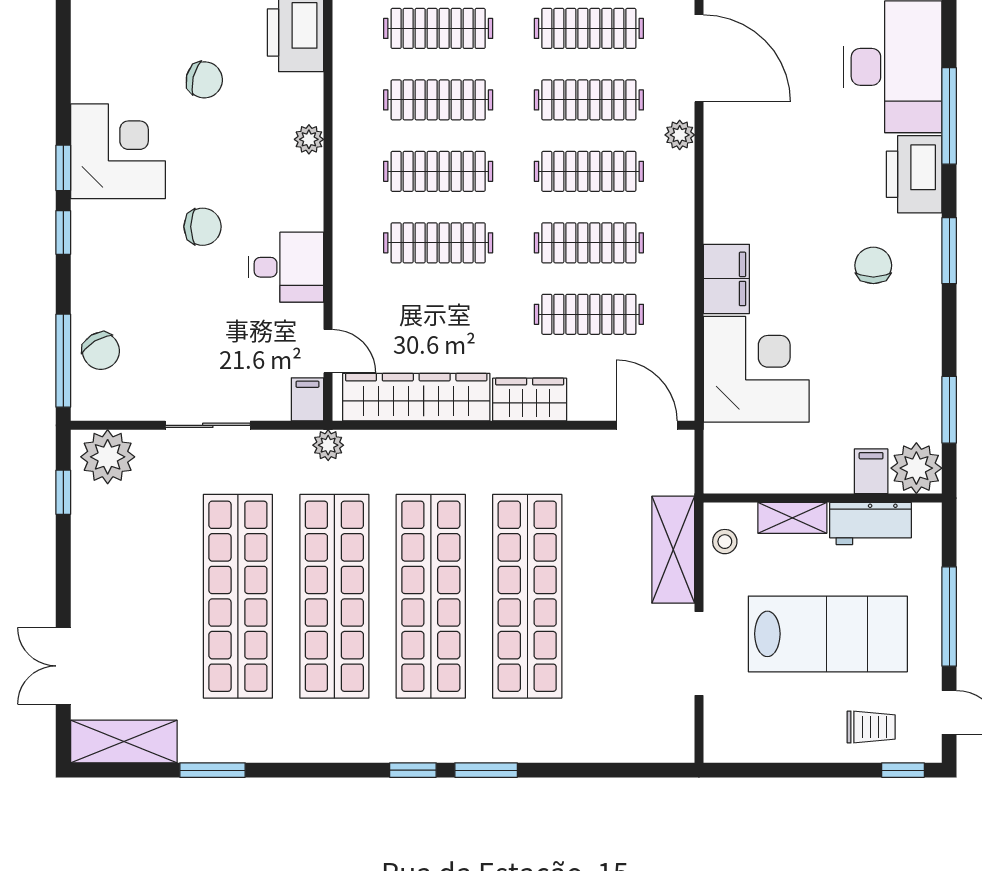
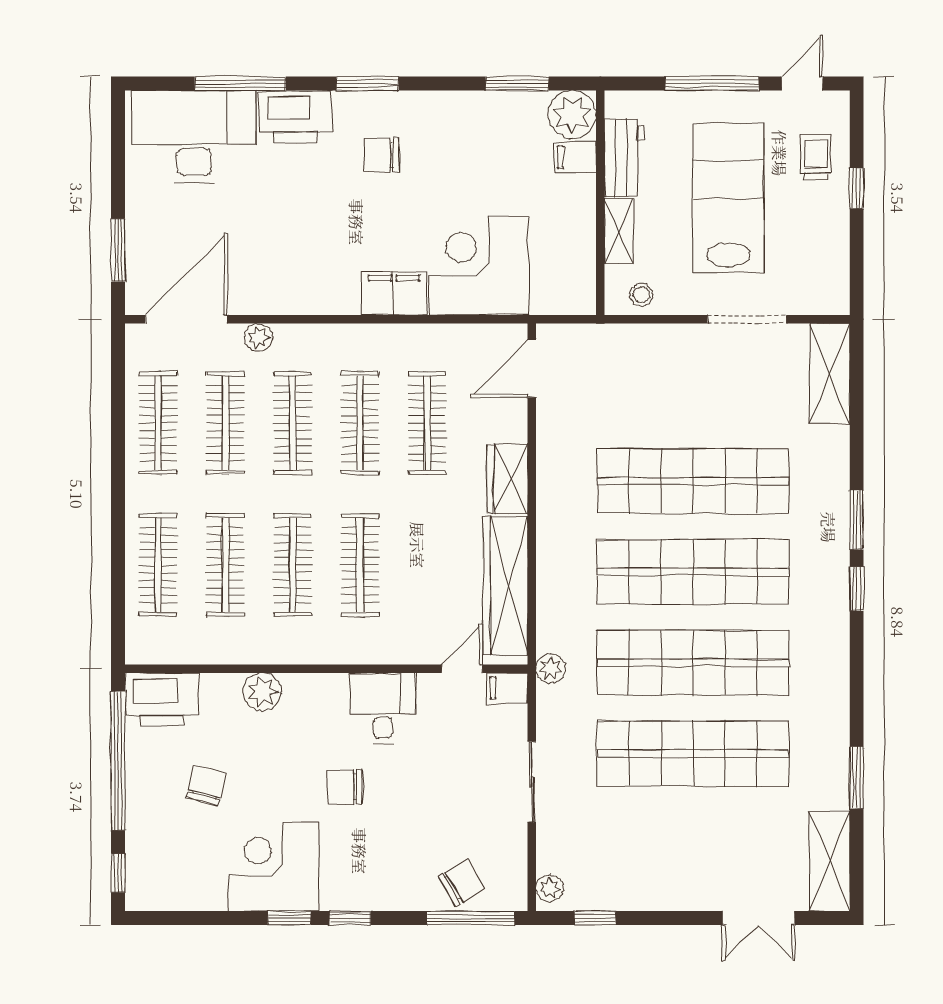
plant: (309, 139) -> (262, 692), width x1.38, depth x1.38
chair: (203, 227) -> (345, 787), turned -90
plant: (108, 457) -> (550, 888), width x0.53, depth x0.53
shelving: (673, 550) -> (830, 374), moved, turned 90
window: (903, 770) -> (857, 188), moved

